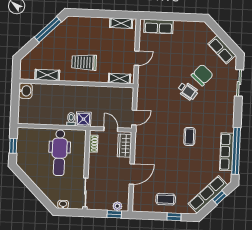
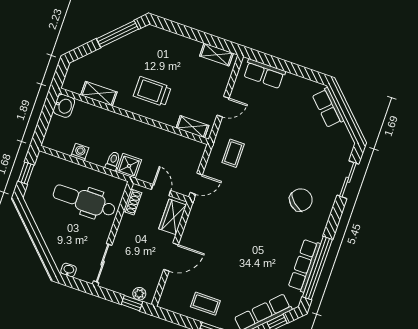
row of seats: (222, 50) -> (328, 108), moved
chair: (202, 75) -> (301, 200), moved
wheelchair: (188, 91) -> (277, 170), removed
washing machine: (46, 120) -> (80, 152), added
coffee table: (189, 136) -> (233, 153), moved
dental chair: (59, 153) -> (84, 201), turned 90

